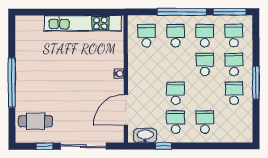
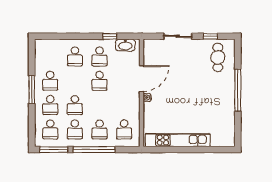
door: (126, 110) -> (142, 79), moved
cafe table: (36, 121) -> (218, 57), turned 90
sliding door: (83, 146) -> (178, 36), width x0.73

